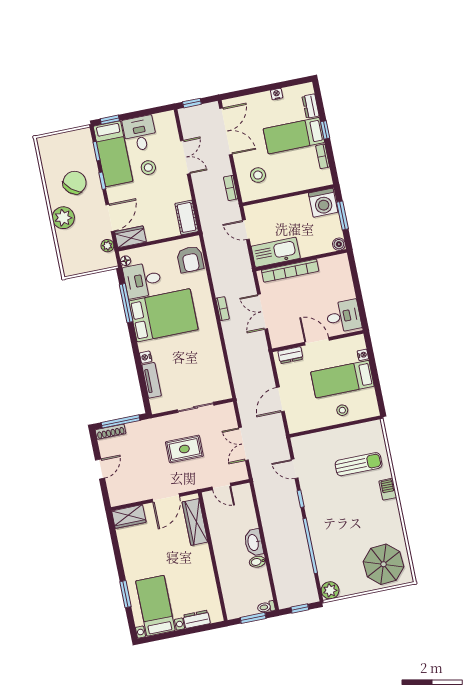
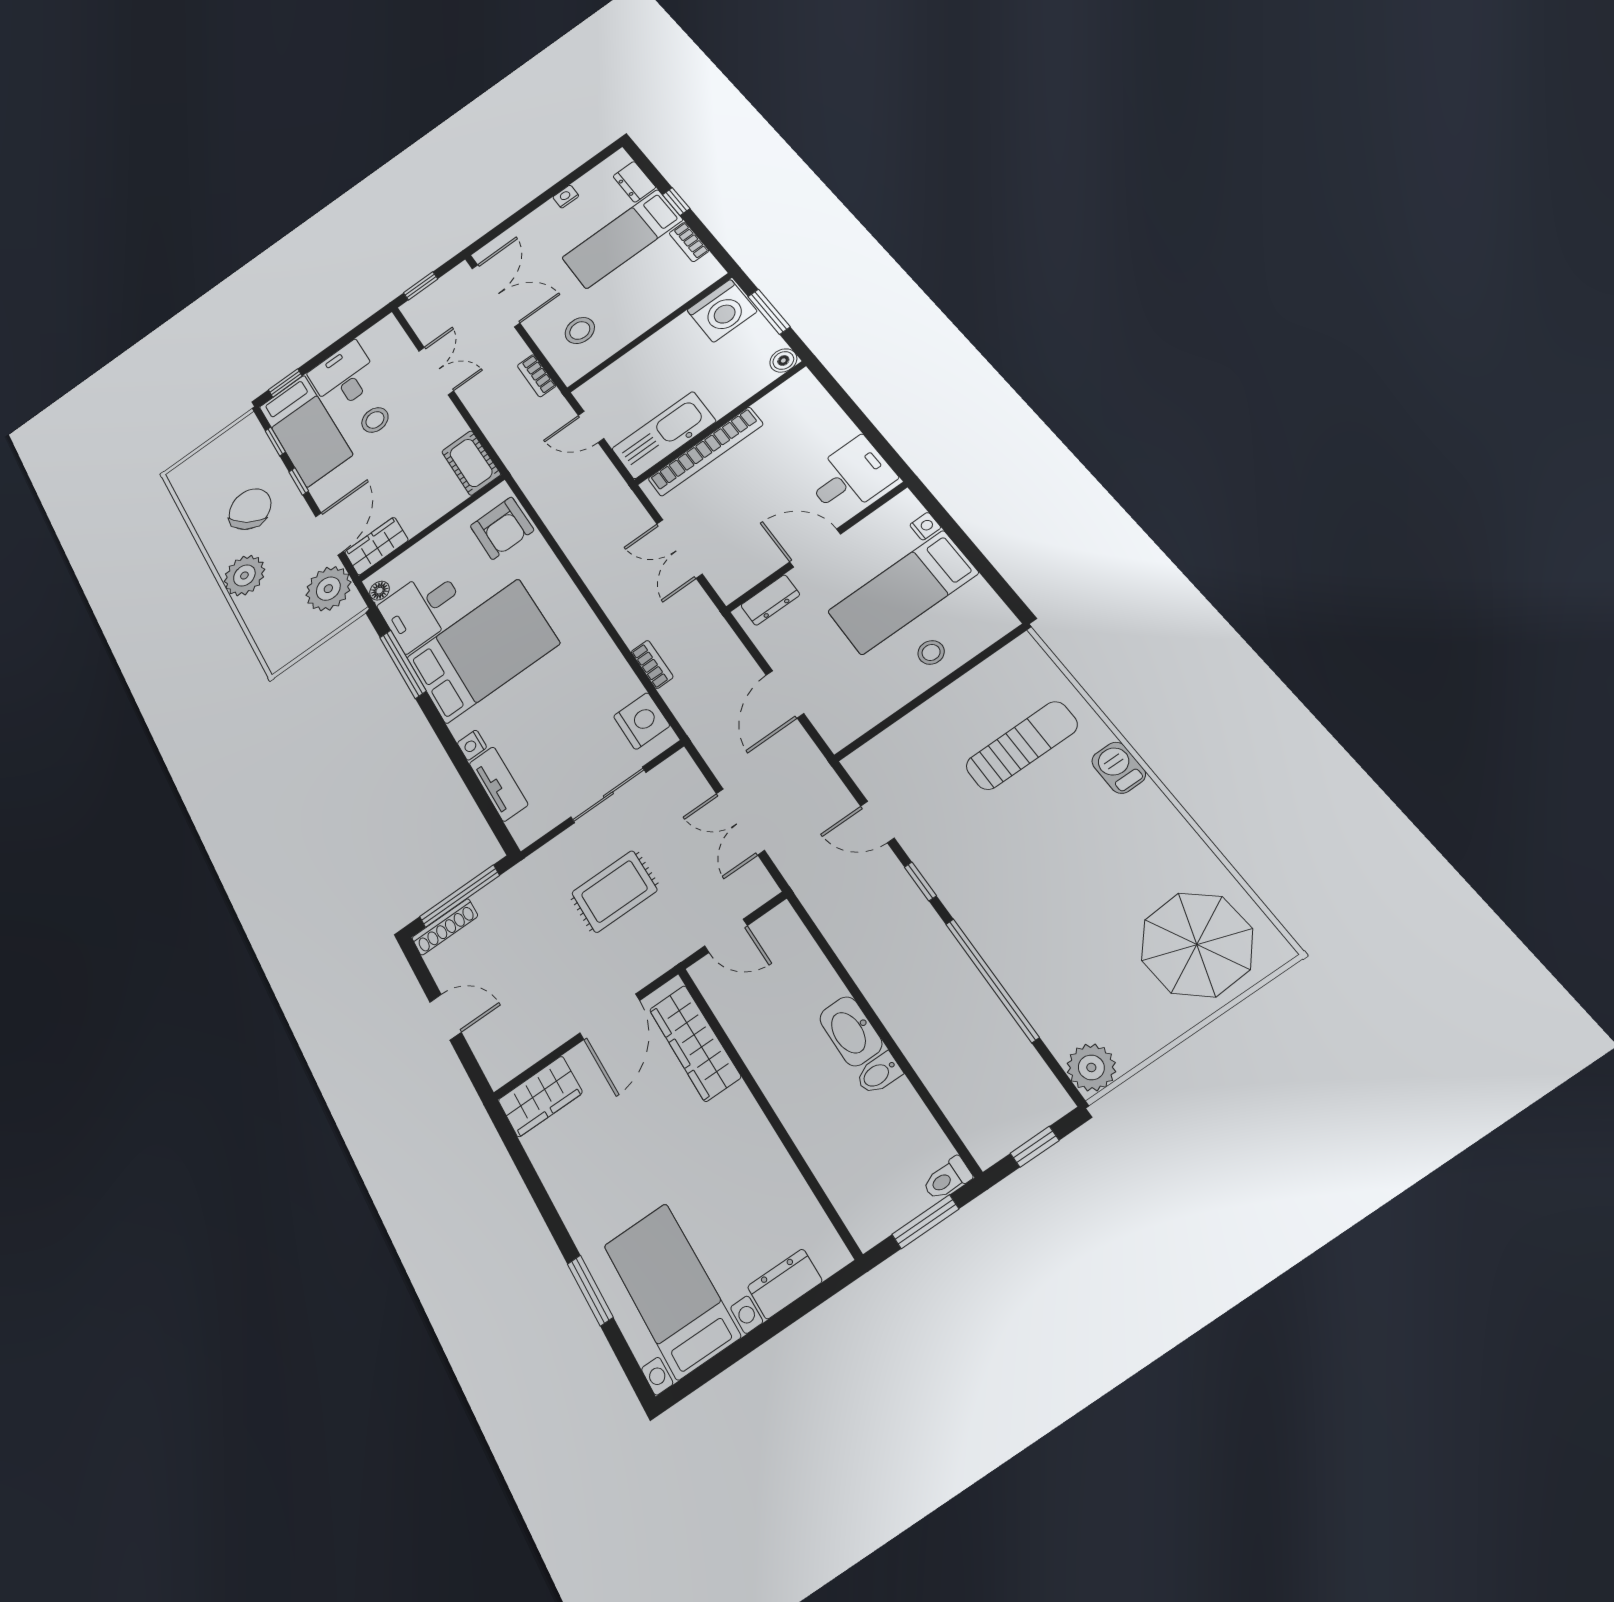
plant: (107, 246) -> (328, 589), width x1.87, depth x1.87
bookcase: (223, 309) -> (652, 664), moved
nightstand: (220, 382) -> (642, 721), added
door: (100, 469) -> (446, 1017), hinge flipped

